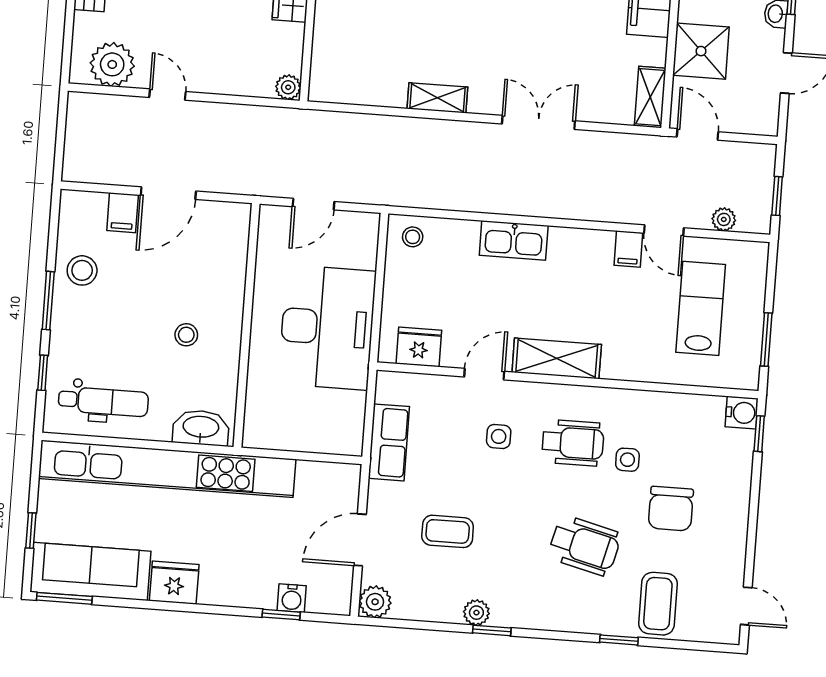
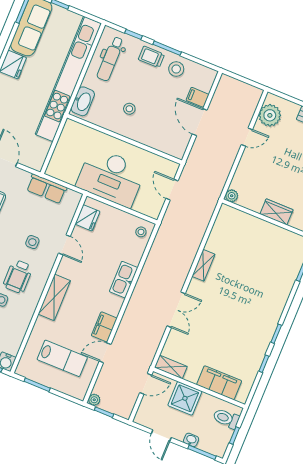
plant: (724, 219) -> (94, 400), moved
filing cabinet: (628, 249) -> (104, 327), width x2.00
trolley: (74, 325) -> (151, 57), added
shelving: (557, 358) -> (54, 297), moved

